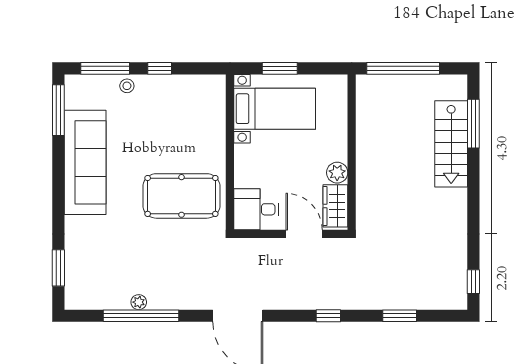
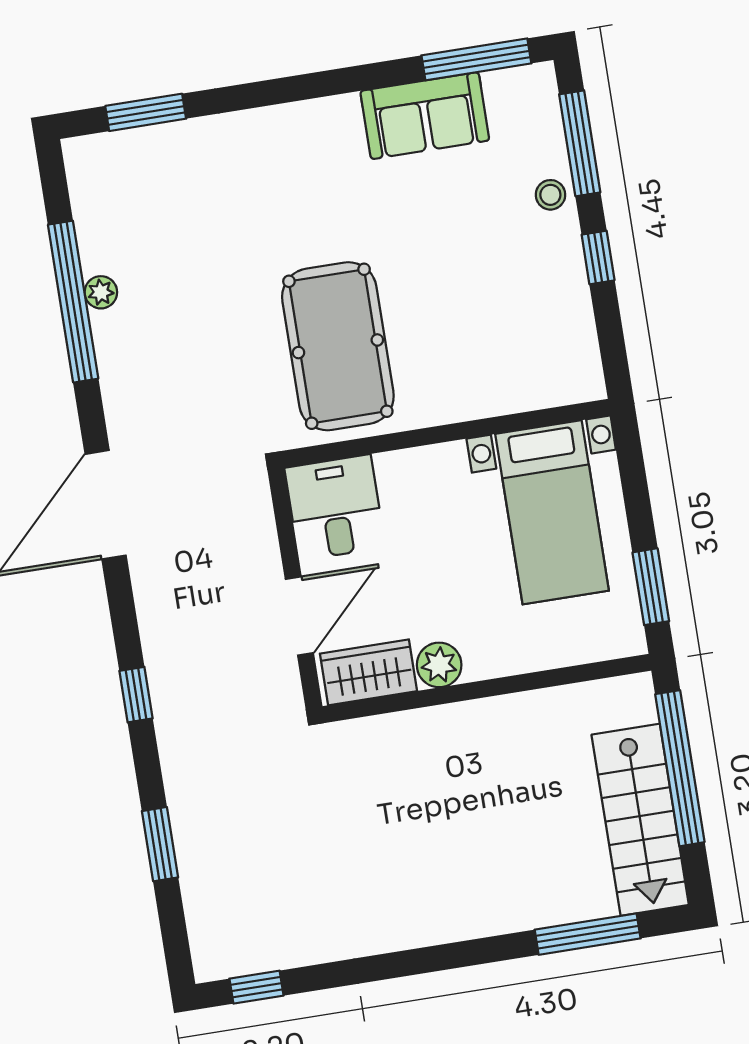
window: (280, 68) -> (651, 587), moved
stairs: (451, 144) -> (640, 820), moved, turned -90
sofa: (85, 162) -> (425, 116), width x0.54, depth x0.79

